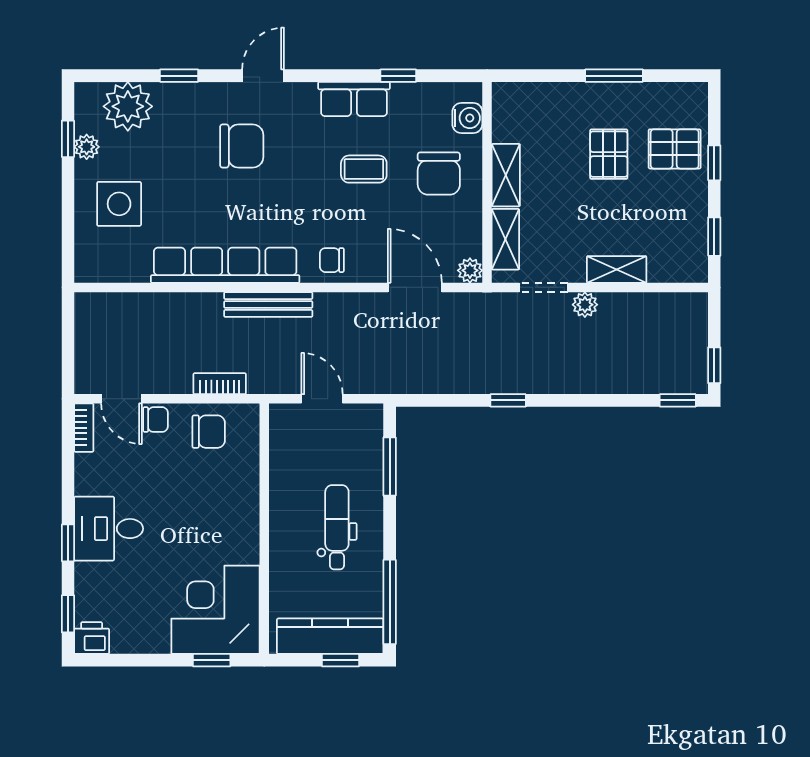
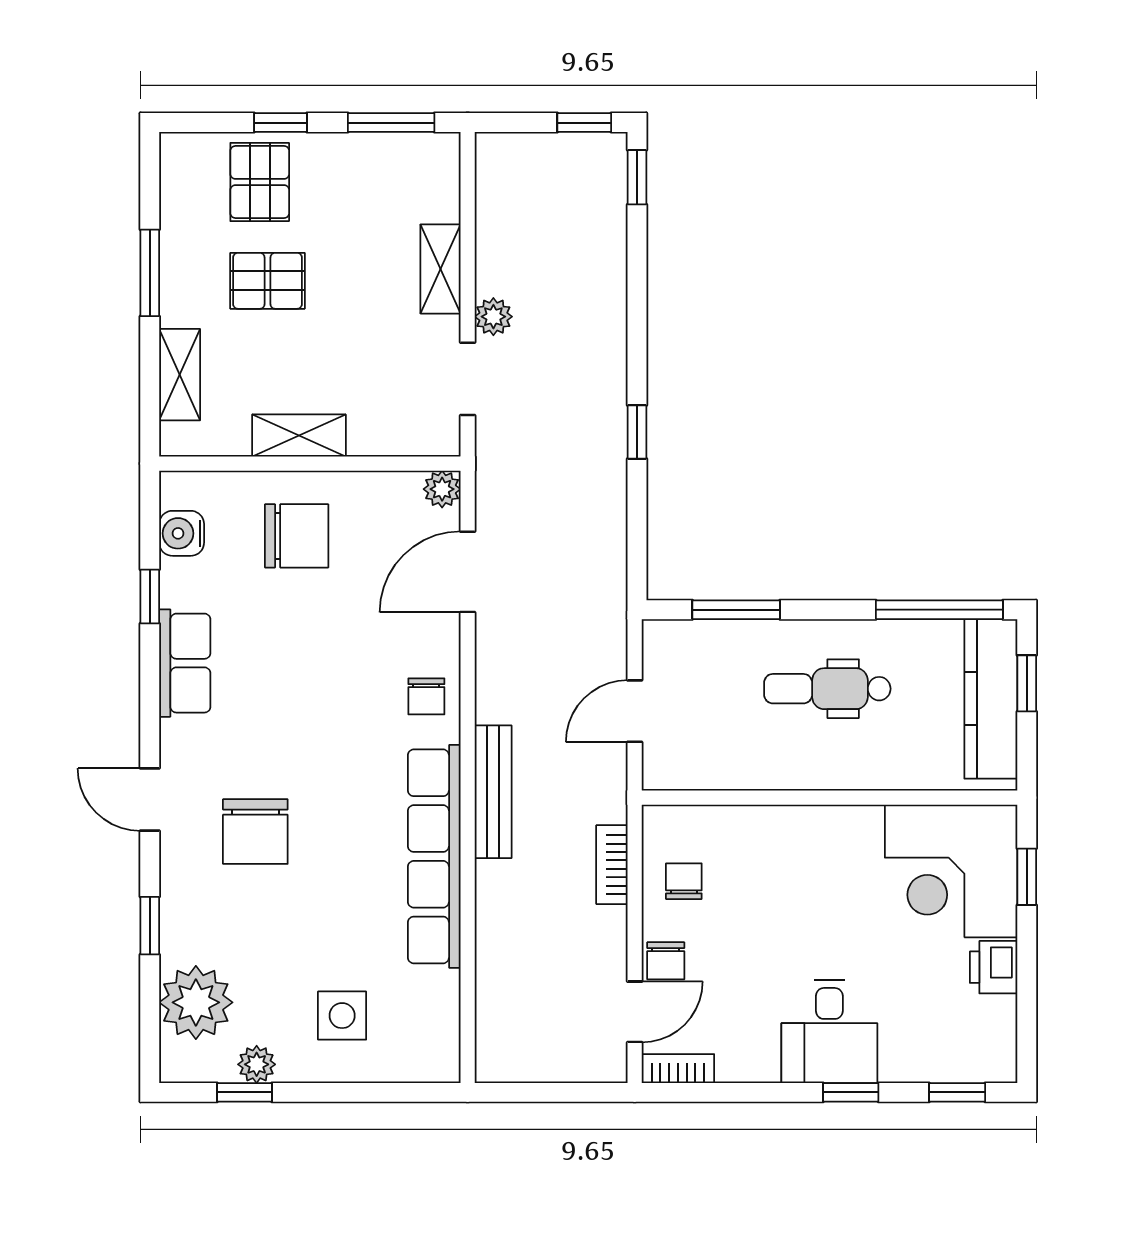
water cooler: (467, 118) -> (182, 533), moved, turned -90
chair: (242, 146) -> (255, 832), turned 180
coffee table: (364, 169) -> (290, 648), removed
side table: (119, 204) -> (342, 1016), width x0.73, depth x0.73
window: (714, 237) -> (391, 123), width x1.50
shelving: (505, 239) -> (180, 375), moved, turned 90
chair: (156, 420) -> (666, 961), turned 180
chair: (209, 432) -> (684, 881), width x0.73, depth x0.73
printer: (92, 638) -> (994, 967), moved

